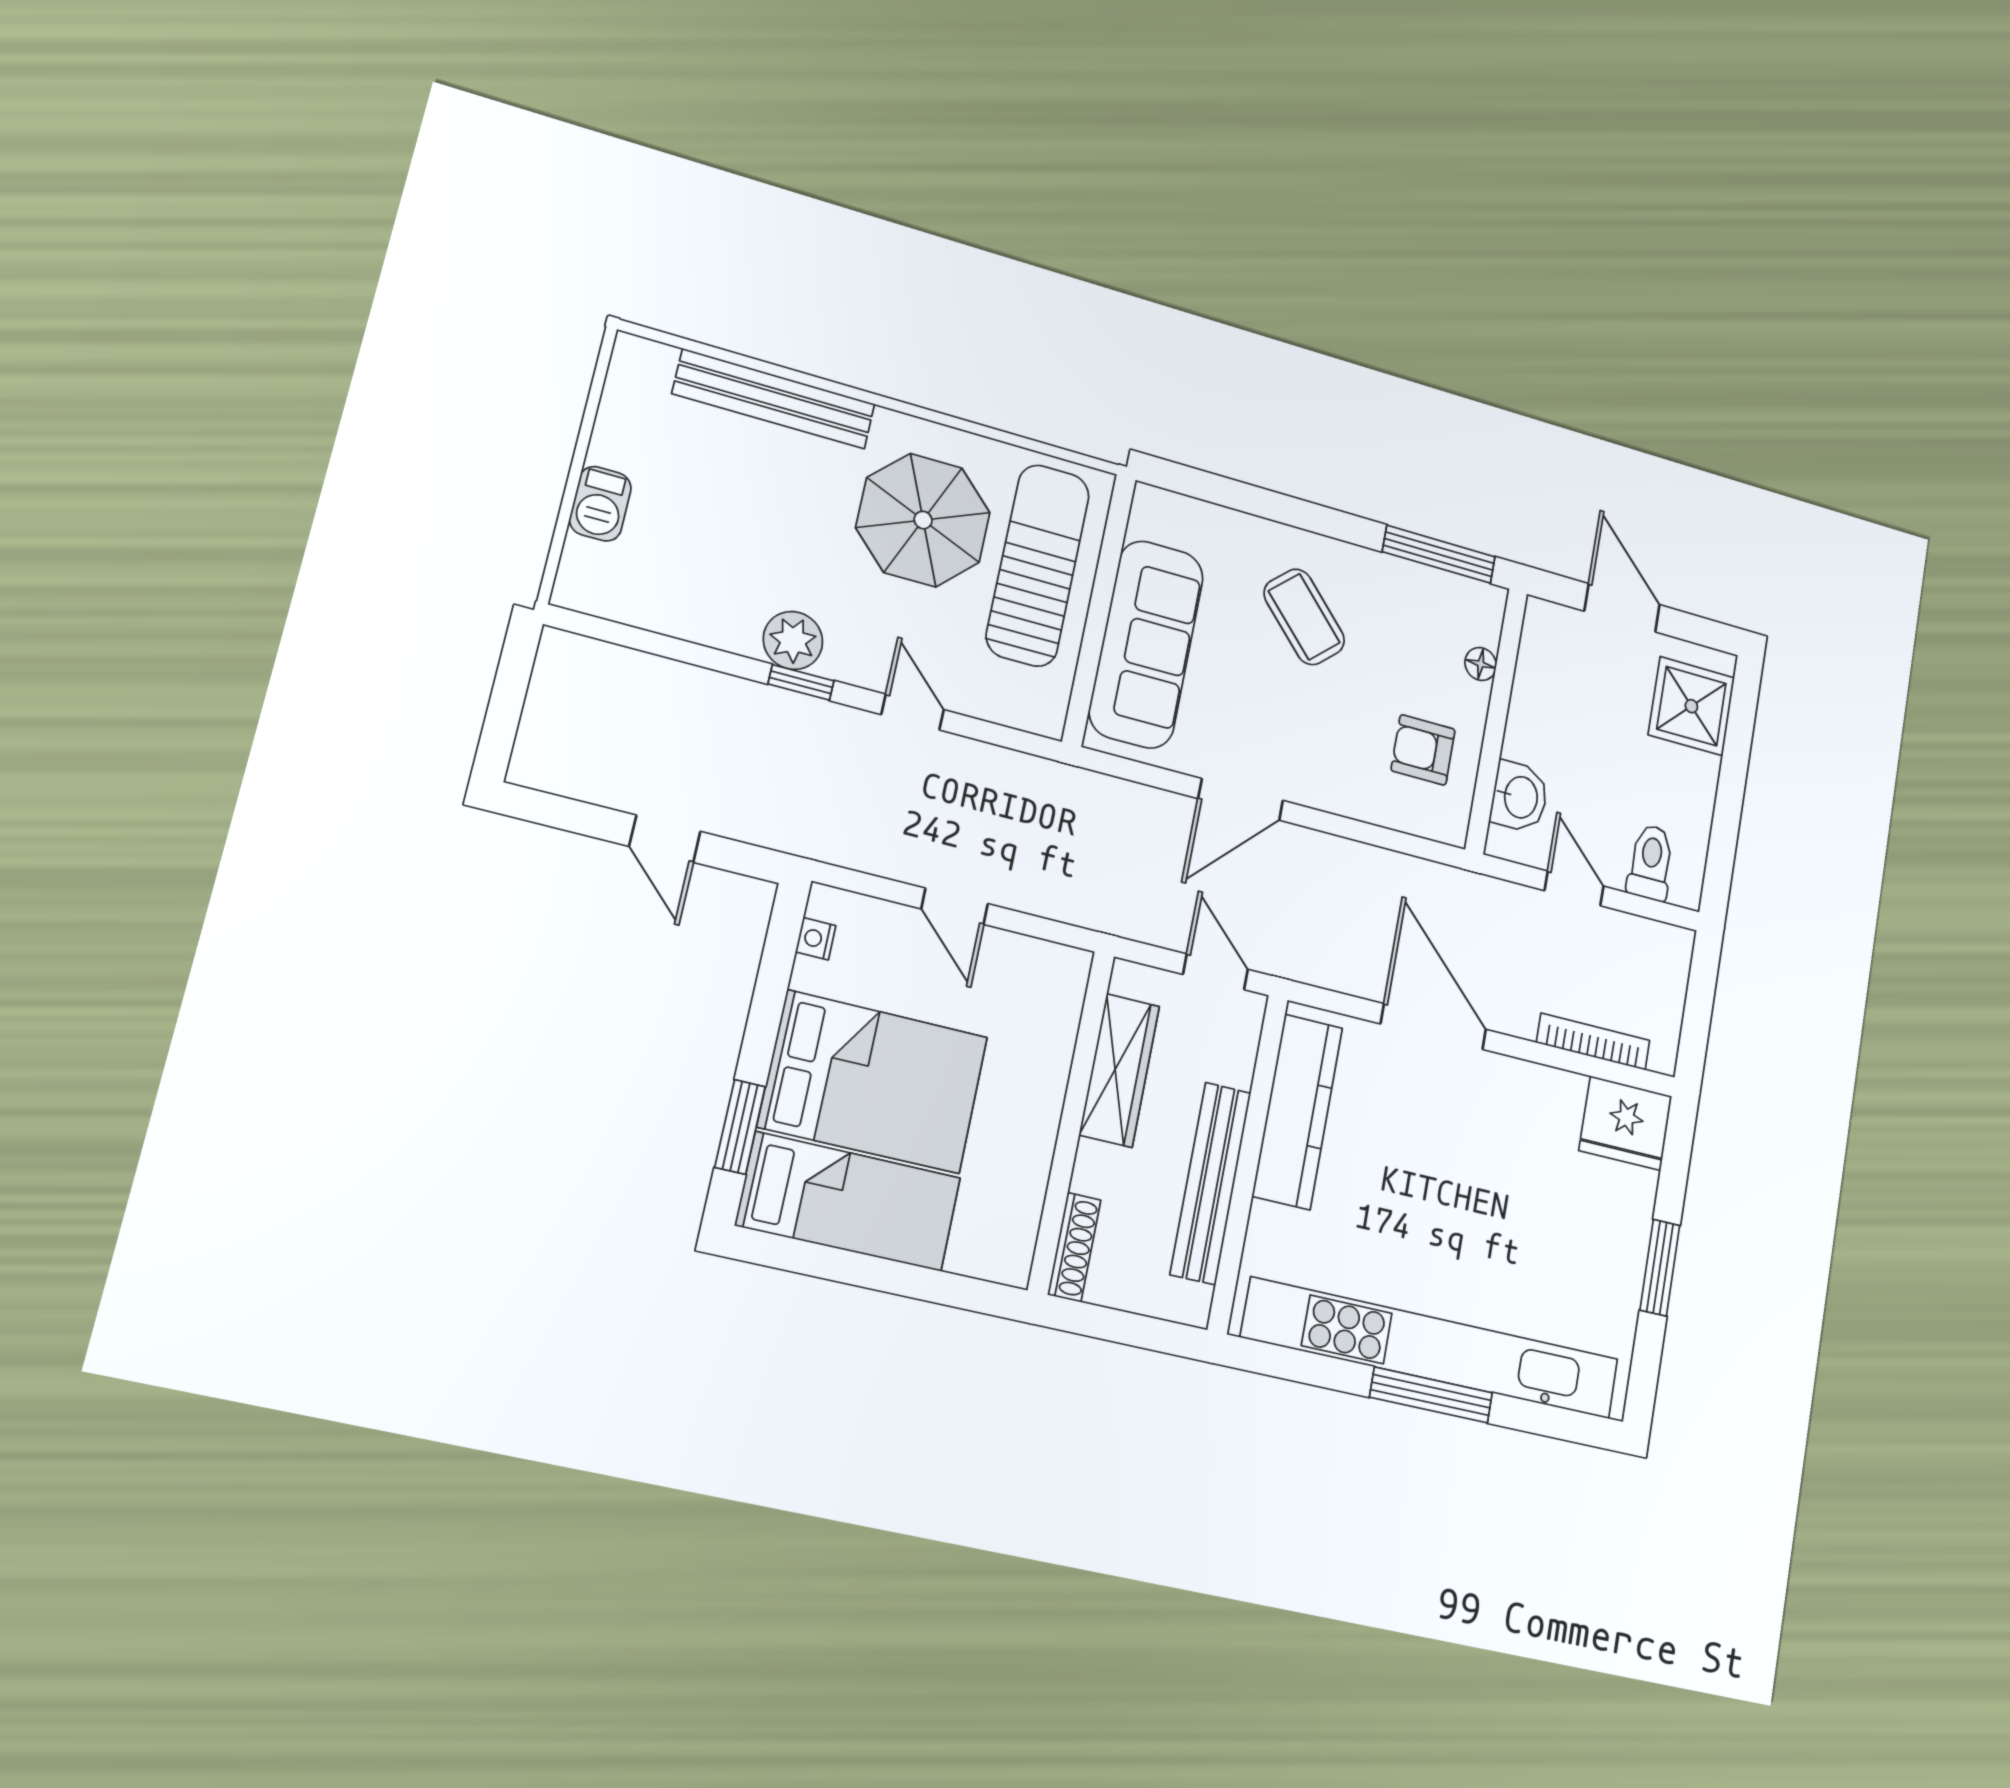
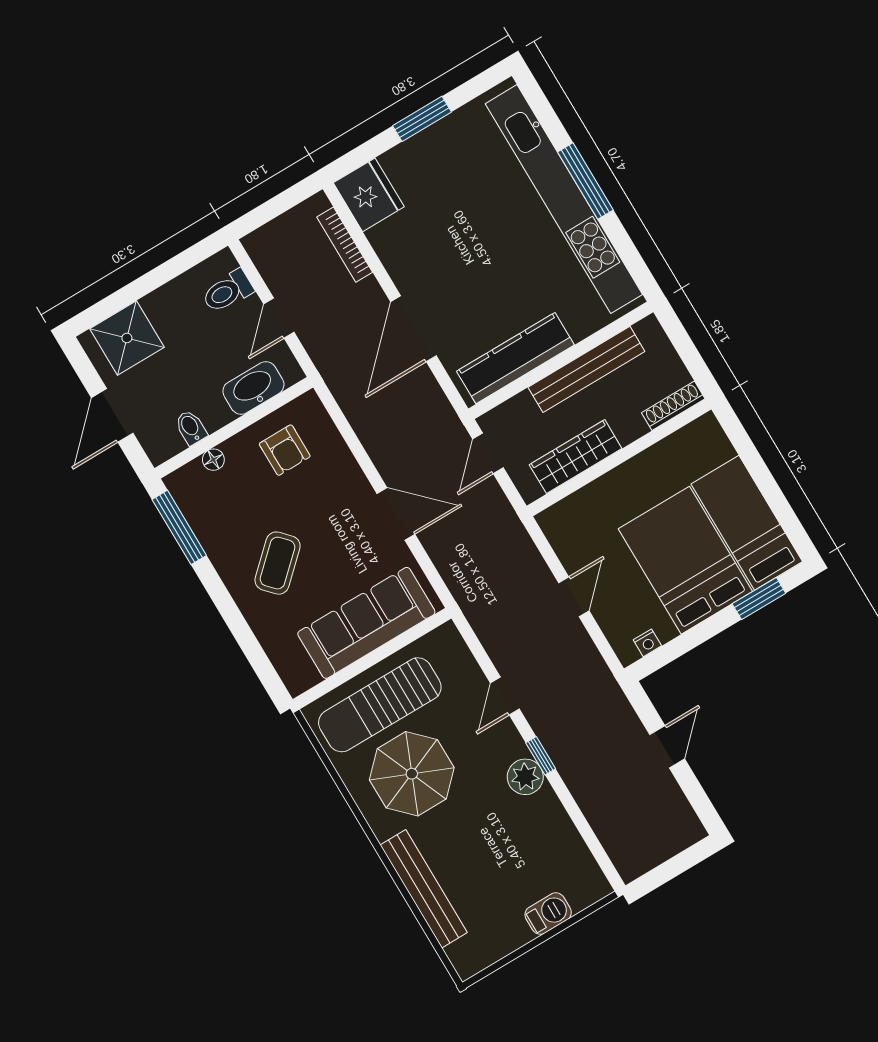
bidet: (1537, 676) -> (191, 427), added
washbasin: (1519, 797) -> (253, 388), width x1.38

